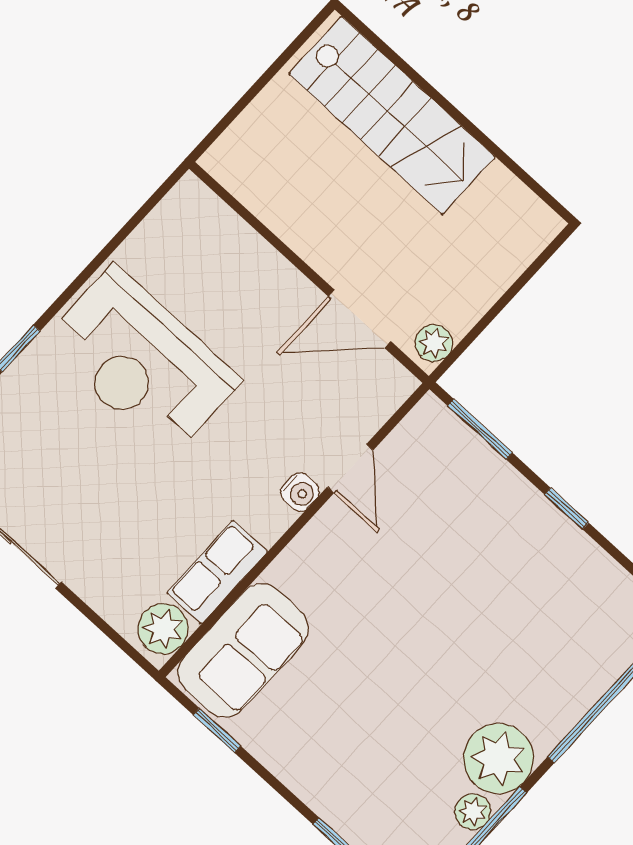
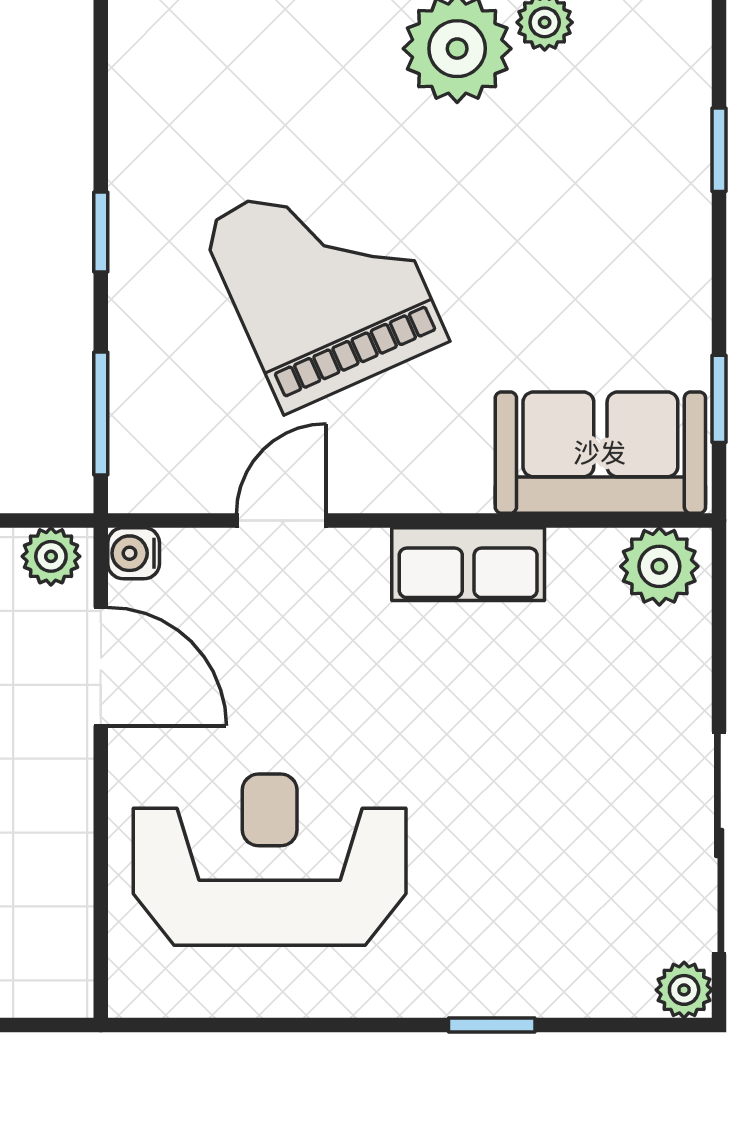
reception desk: (141, 362) -> (270, 860), moved, turned -90
water cooler: (300, 492) -> (134, 553), moved, turned -90
row of seats: (217, 572) -> (468, 564), moved
grand piano: (445, 593) -> (324, 282), added

